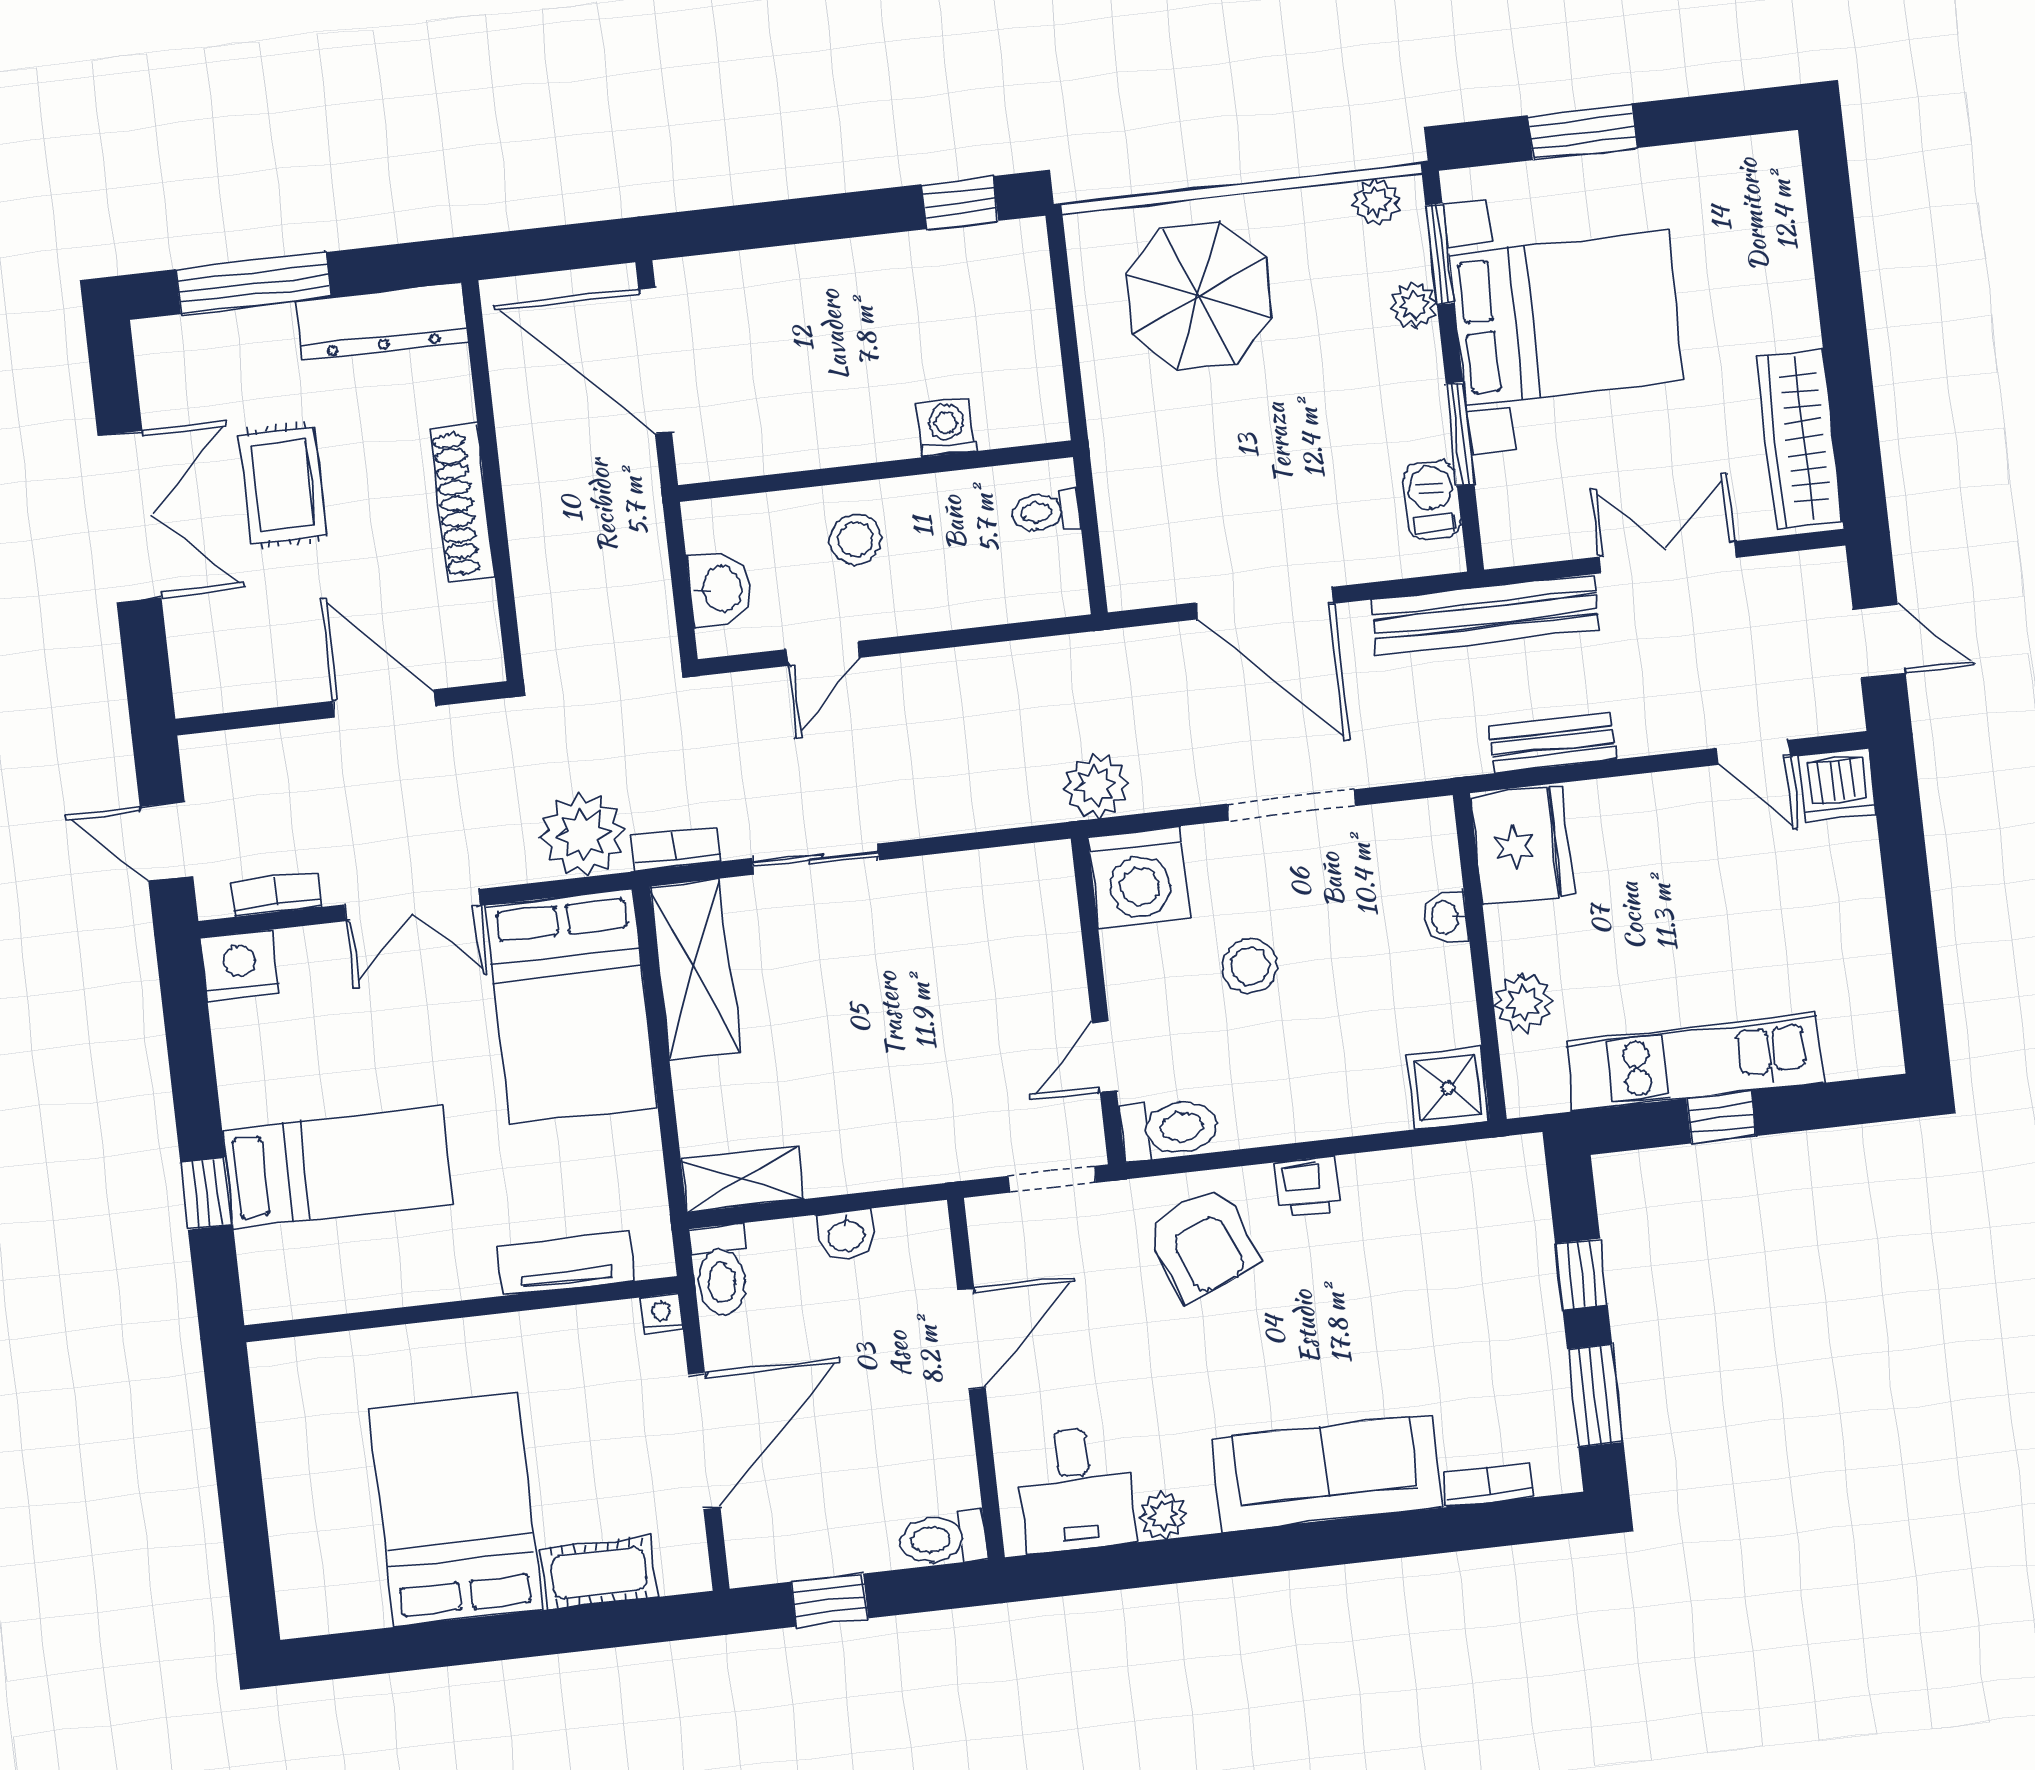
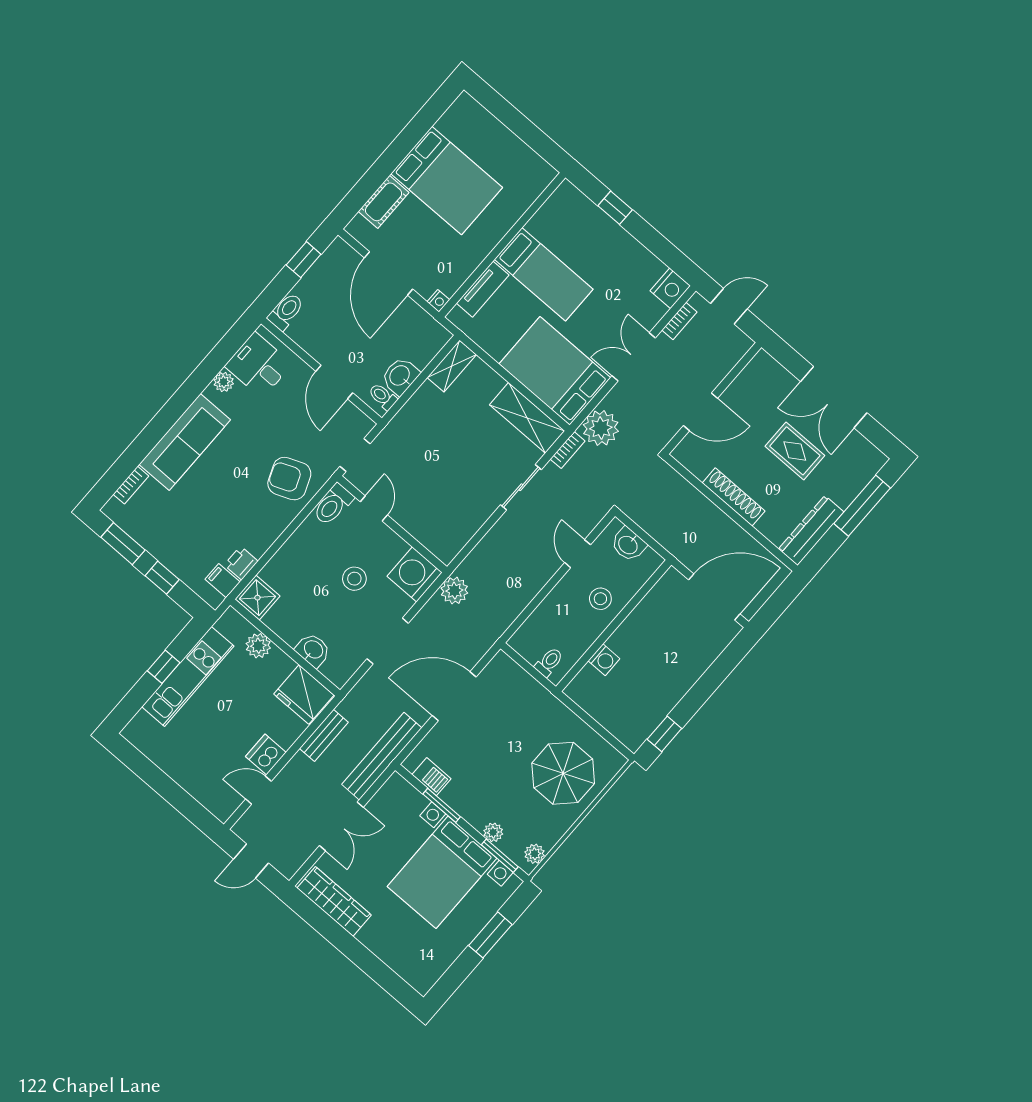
dishwasher: (1837, 785) -> (266, 755), moved
washbasin: (1446, 917) -> (313, 650), width x1.38, depth x1.45
bed: (338, 1167) -> (544, 274), moved, turned -90
filing cabinet: (1482, 1173) -> (223, 581), added
printer: (1308, 1186) -> (241, 563), moved
washbasin: (846, 1234) -> (400, 376), width x1.38, depth x1.45
toilet: (721, 1271) -> (383, 397), moved, width x0.73, depth x0.72

